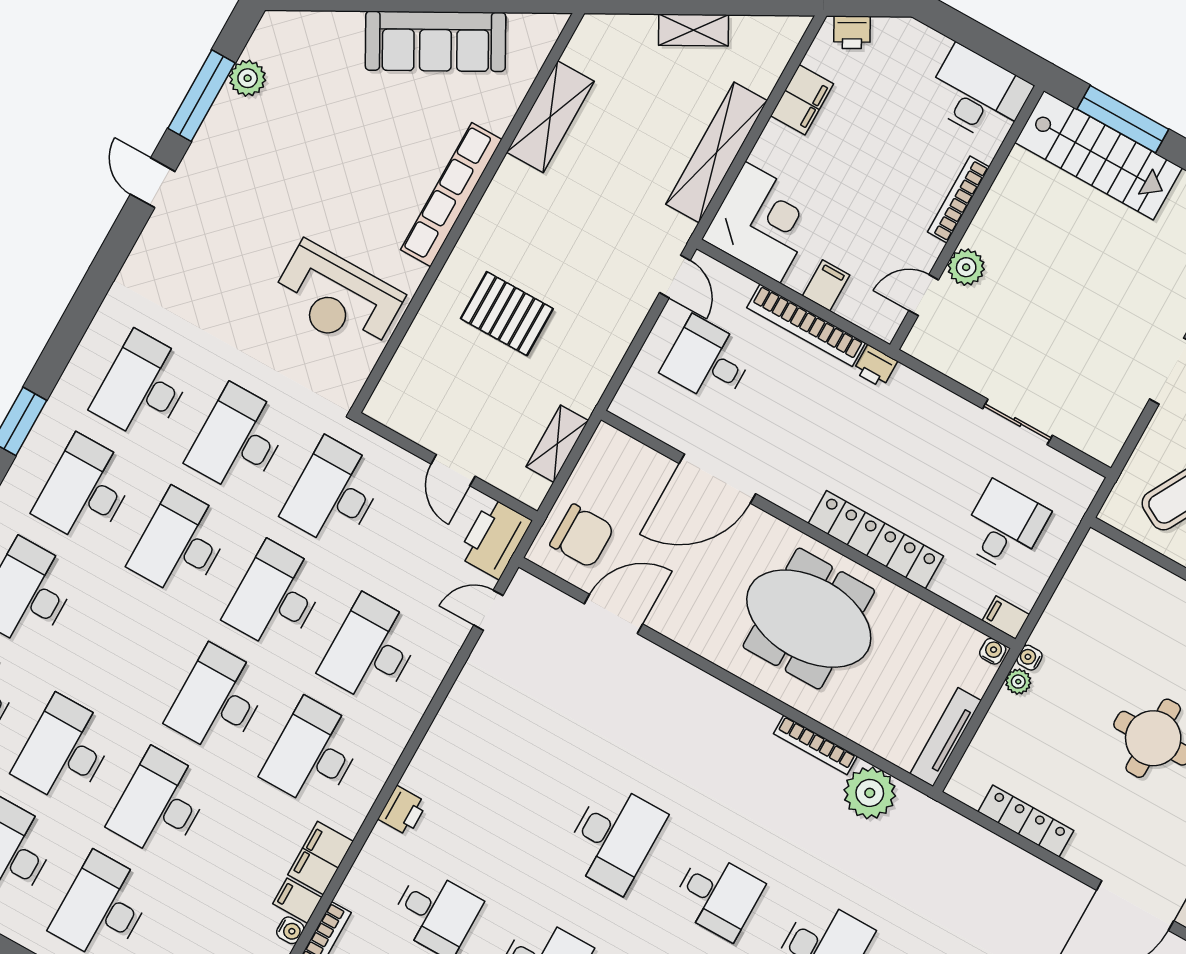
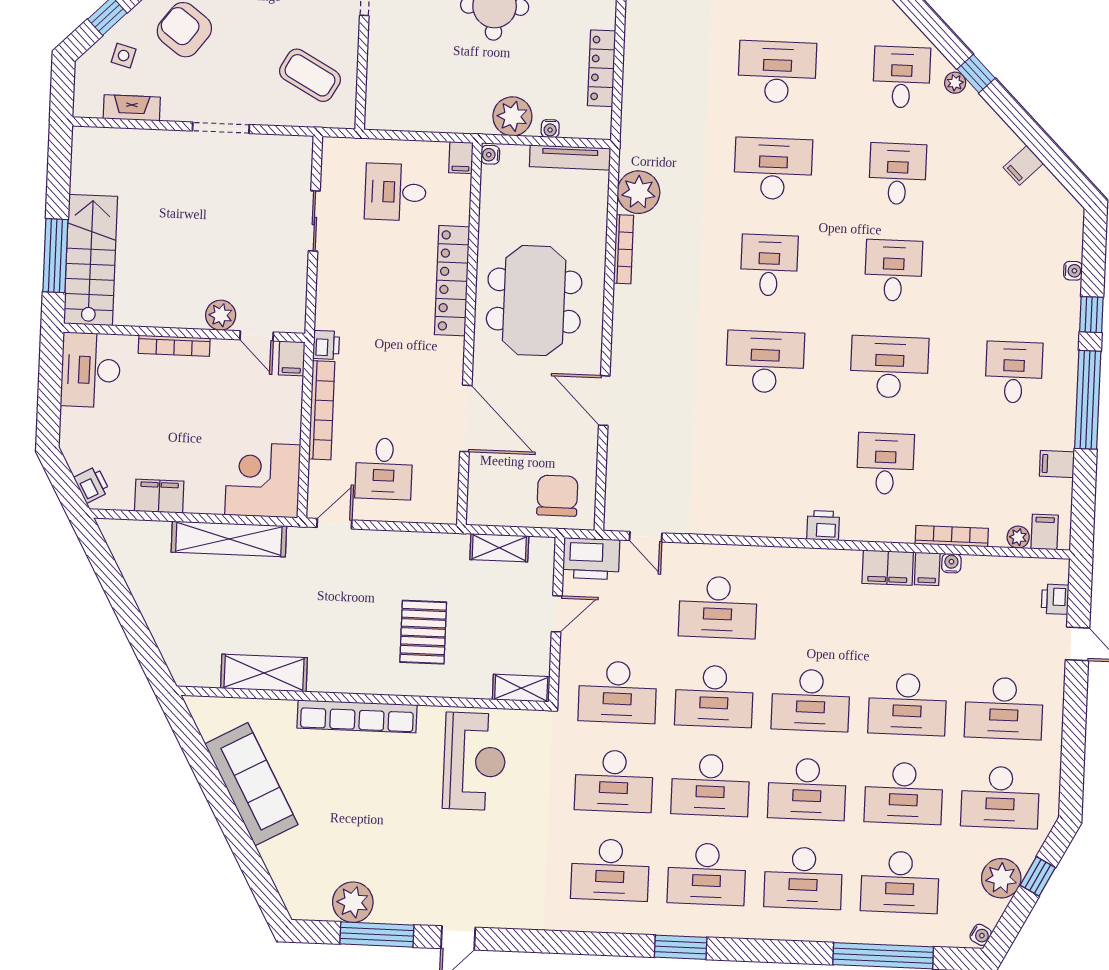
shelving: (694, 30) -> (521, 688), moved, turned -61
plant: (248, 78) -> (353, 902), width x1.36, depth x1.36
filing cabinet: (826, 285) -> (292, 358), moved, turned -90
door: (613, 614) -> (604, 401), moved
water cooler: (1029, 658) -> (550, 129), moved
plant: (1018, 682) -> (512, 116), width x1.88, depth x1.88
desk: (313, 754) -> (807, 789), moved

